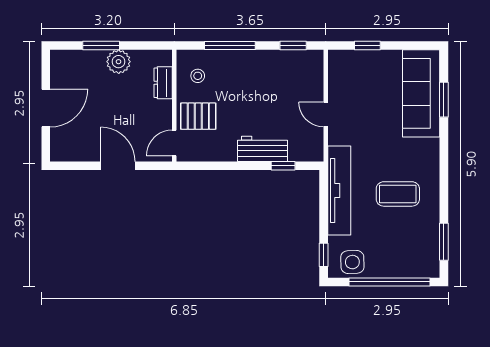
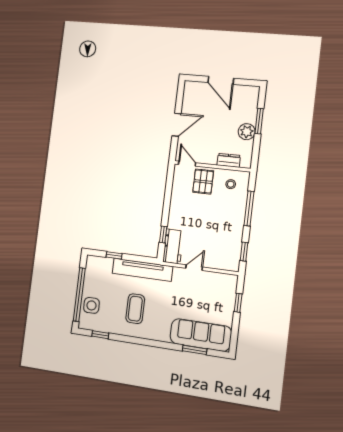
workbench: (262, 149) -> (173, 246), moved
window: (444, 242) -> (100, 335), width x0.67
window: (324, 255) -> (114, 255), moved
side table: (352, 262) -> (91, 305), moved

